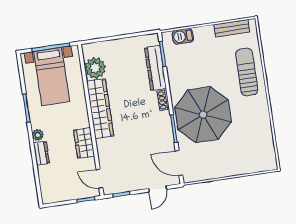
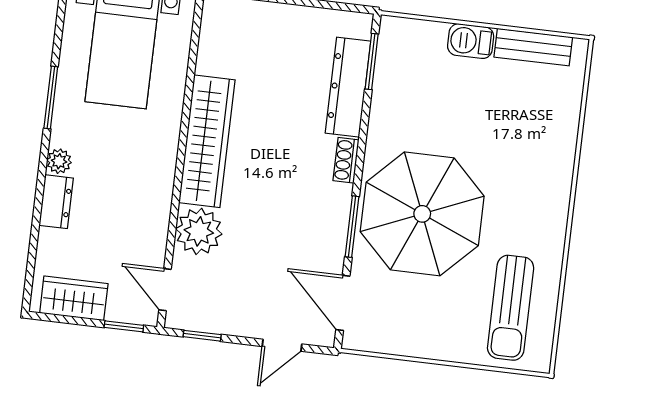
barbecue: (183, 36) -> (471, 41), moved
plant: (95, 68) -> (199, 231), moved
sun lounger: (247, 72) -> (511, 308), moved, turned 180
wardrobe: (84, 143) -> (74, 298), moved, turned 90

